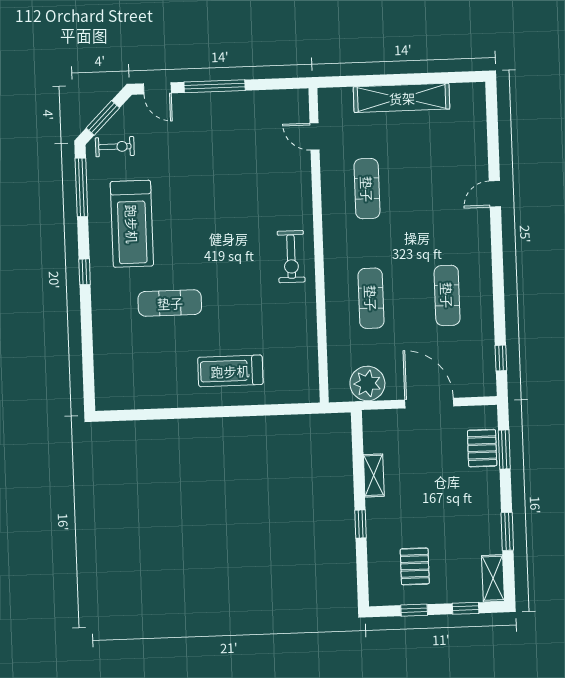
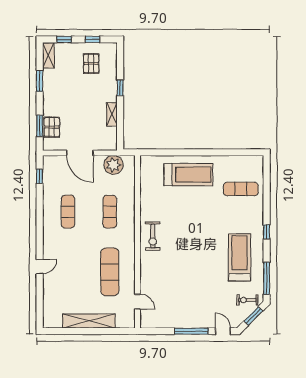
exercise mat: (367, 189) -> (110, 272), width x1.36, depth x1.45
exercise bike: (291, 257) -> (153, 236), turned 180
exercise mat: (170, 303) -> (241, 189), moved
treadmill: (230, 371) -> (188, 175), width x1.37, depth x1.38

